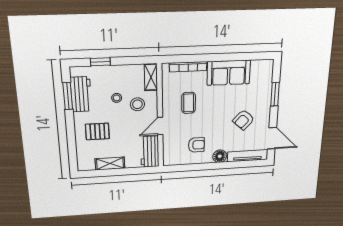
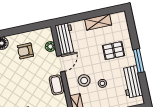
window: (68, 96) -> (139, 61), moved
coffee table: (189, 103) -> (56, 85), moved
plant: (168, 146) -> (50, 46), added

